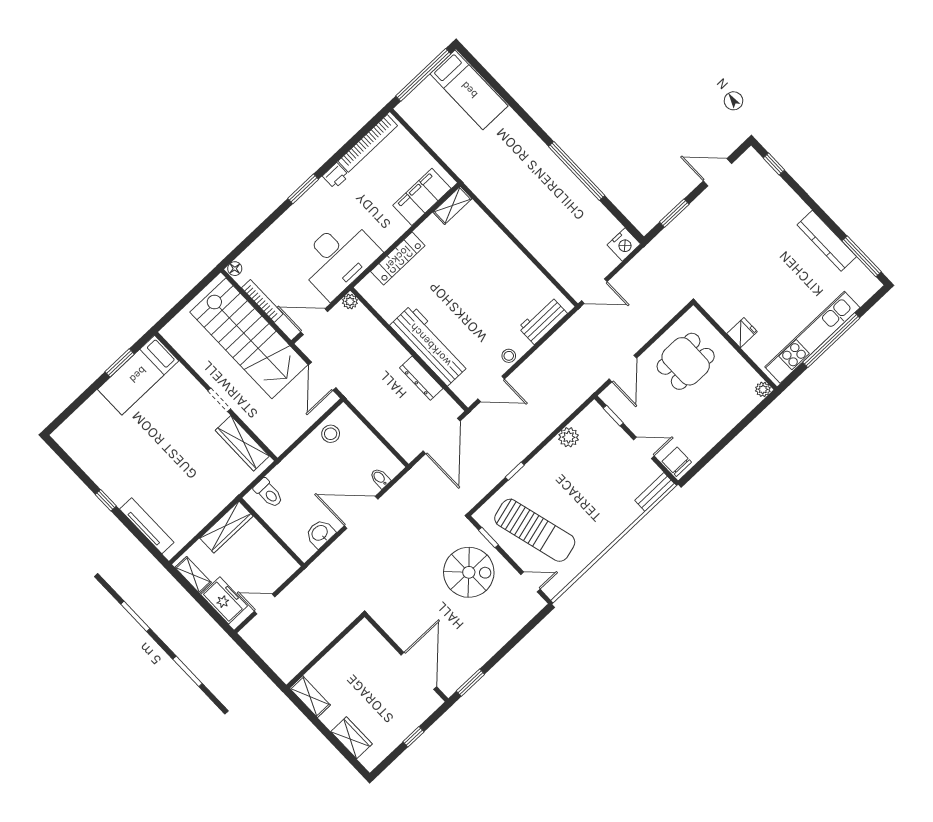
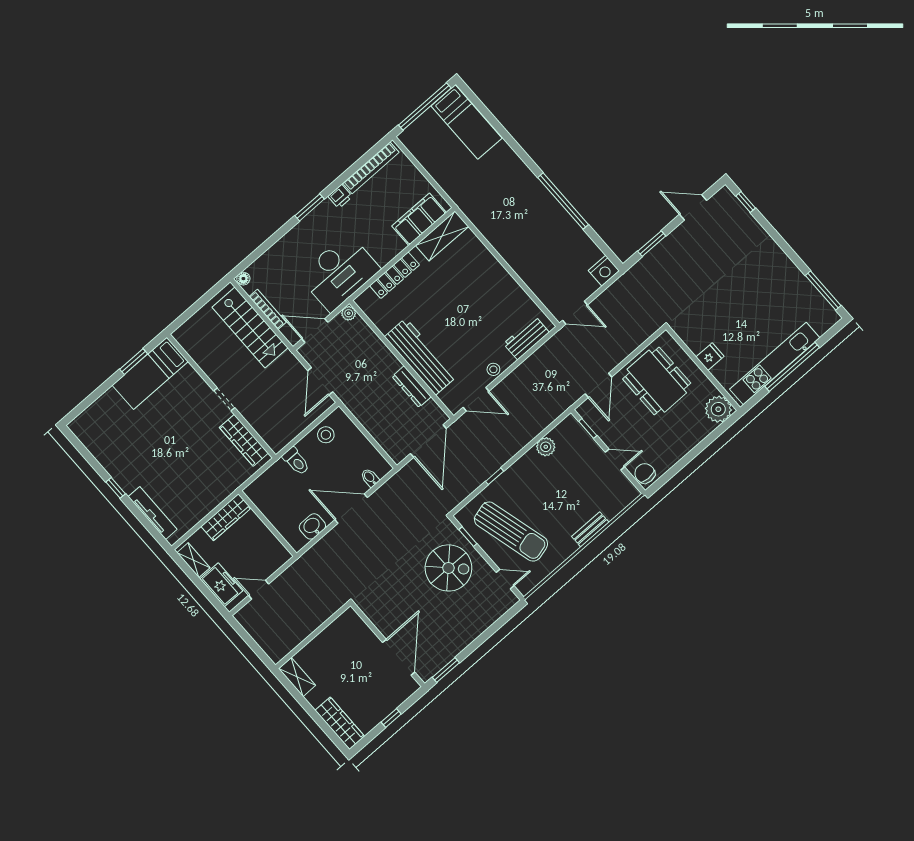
shelving: (452, 205) -> (442, 236), width x1.50, depth x1.33
kitchen counter: (827, 241) -> (792, 275), removed
stairs: (249, 338) -> (250, 327), width x0.73, depth x0.66
dining table: (686, 361) -> (657, 381), width x1.37
plant: (763, 389) -> (718, 409), width x1.88, depth x1.88
bench: (655, 492) -> (590, 529), moved
toilet: (268, 493) -> (296, 461), moved
wardrobe: (352, 738) -> (340, 723), width x1.50

